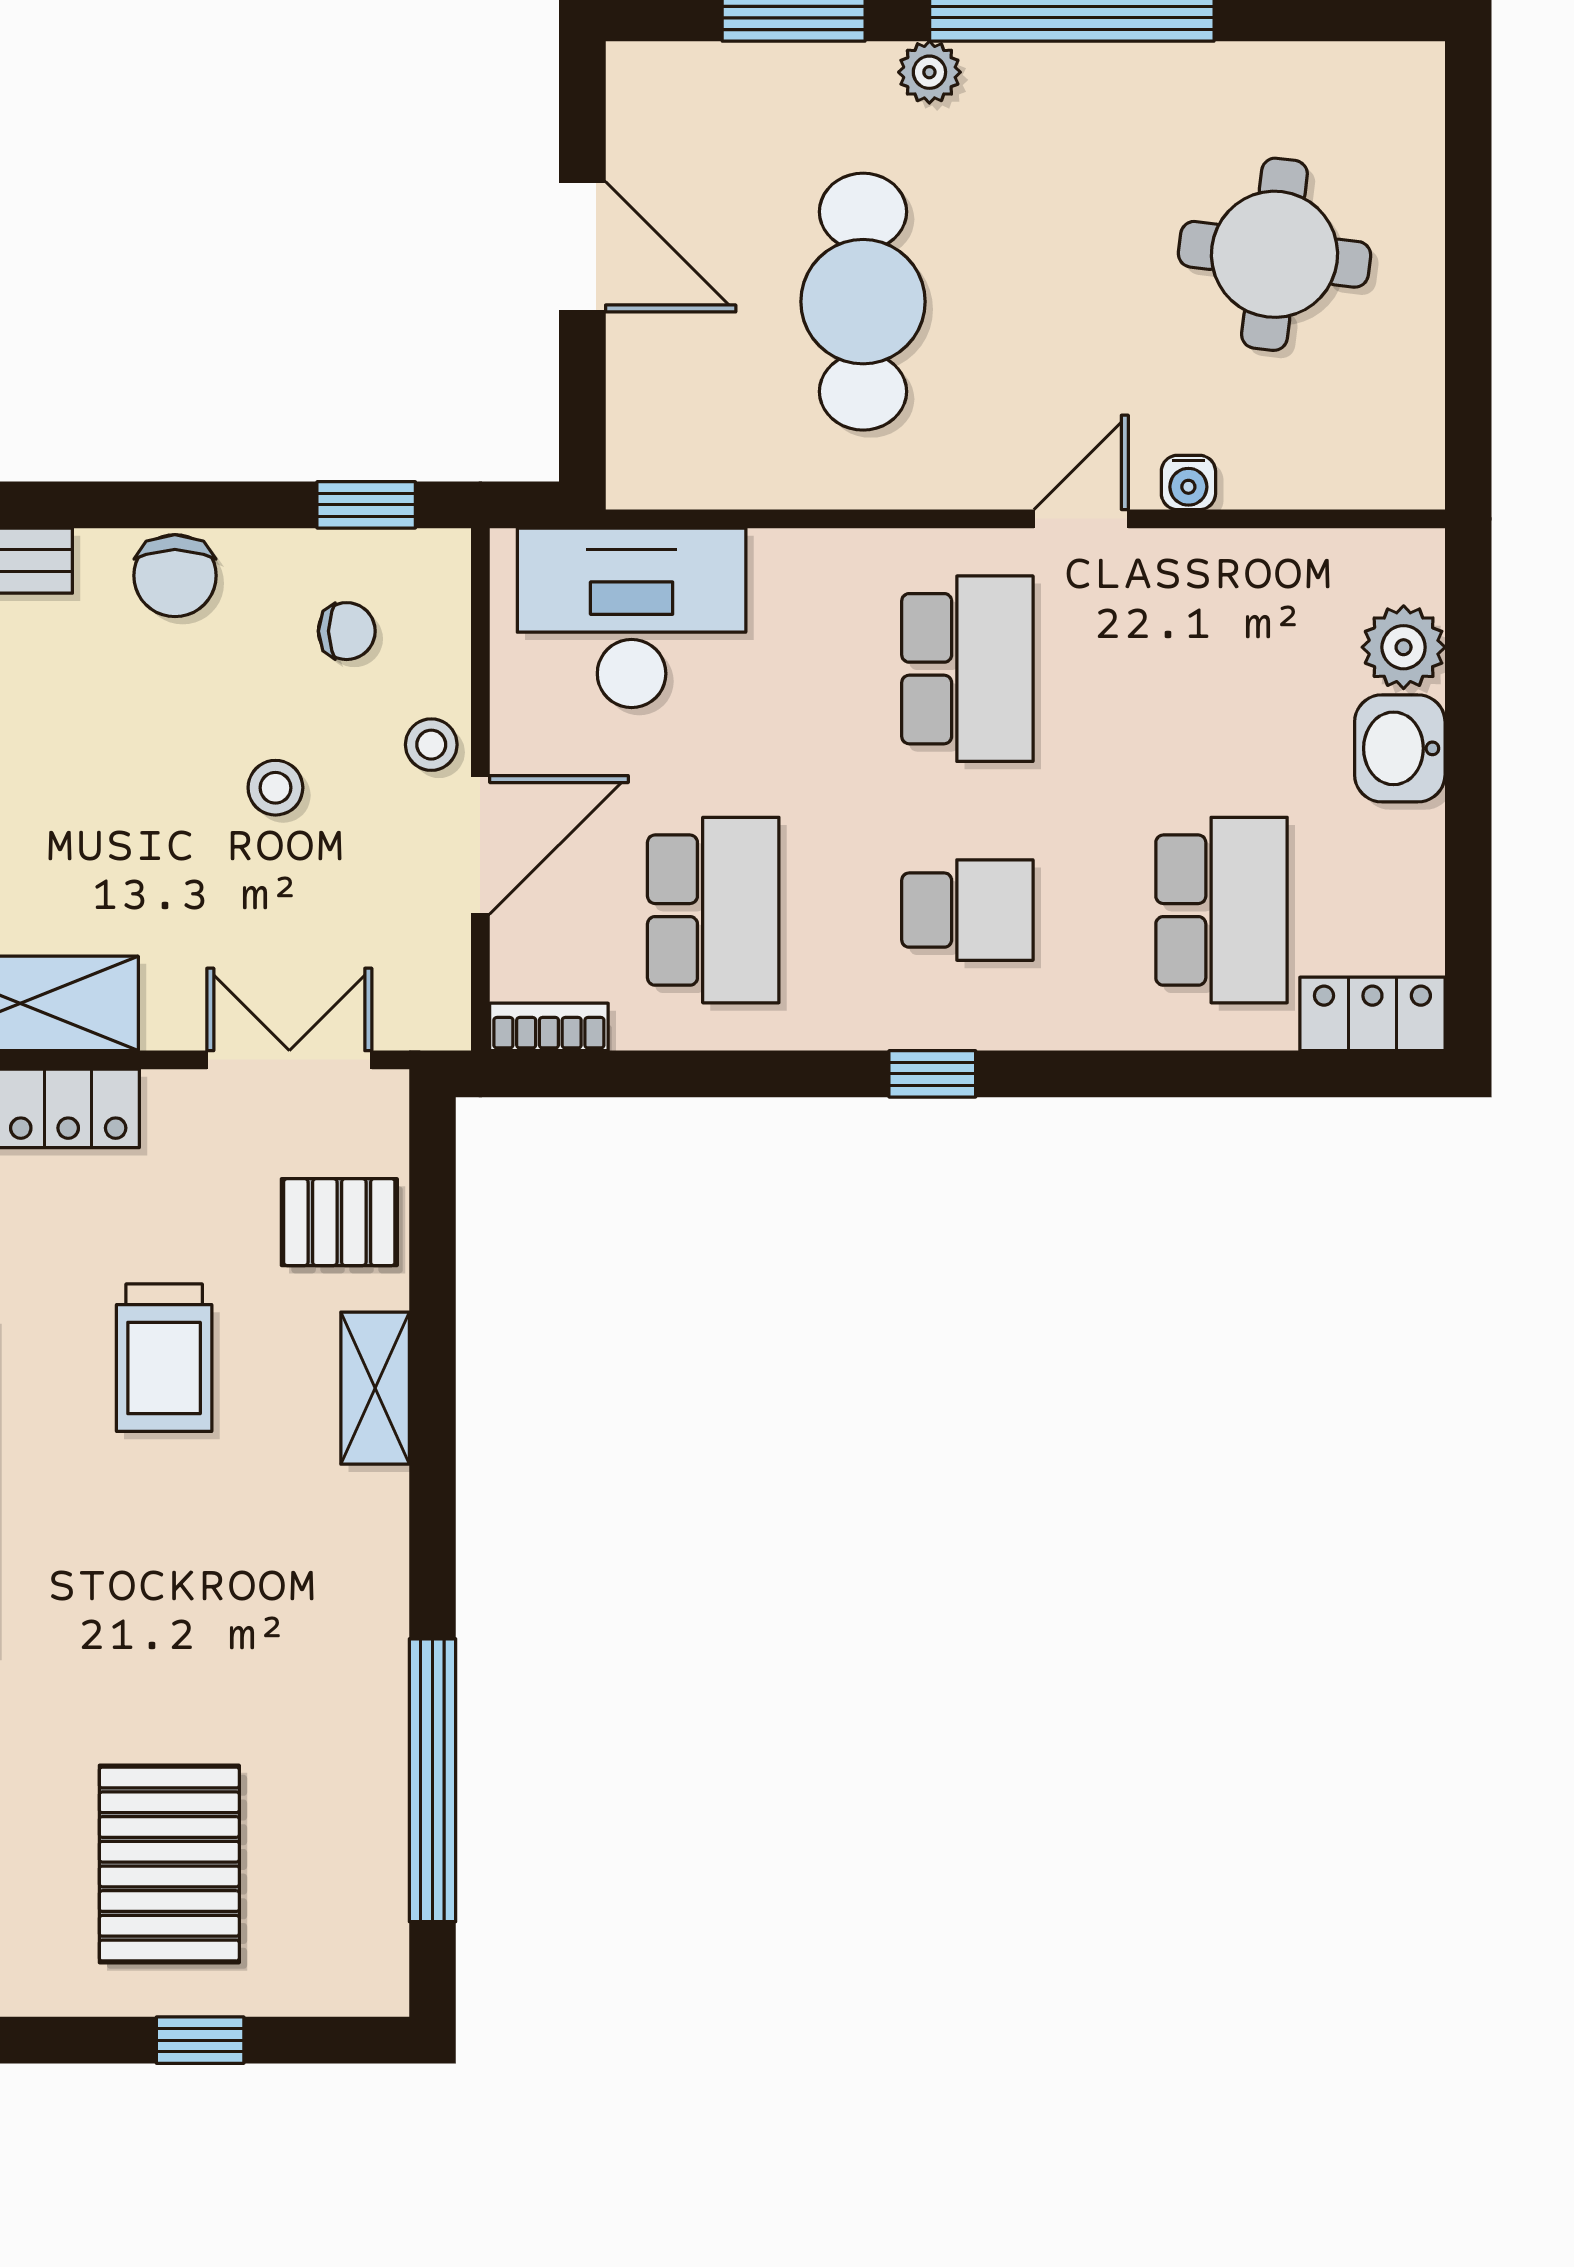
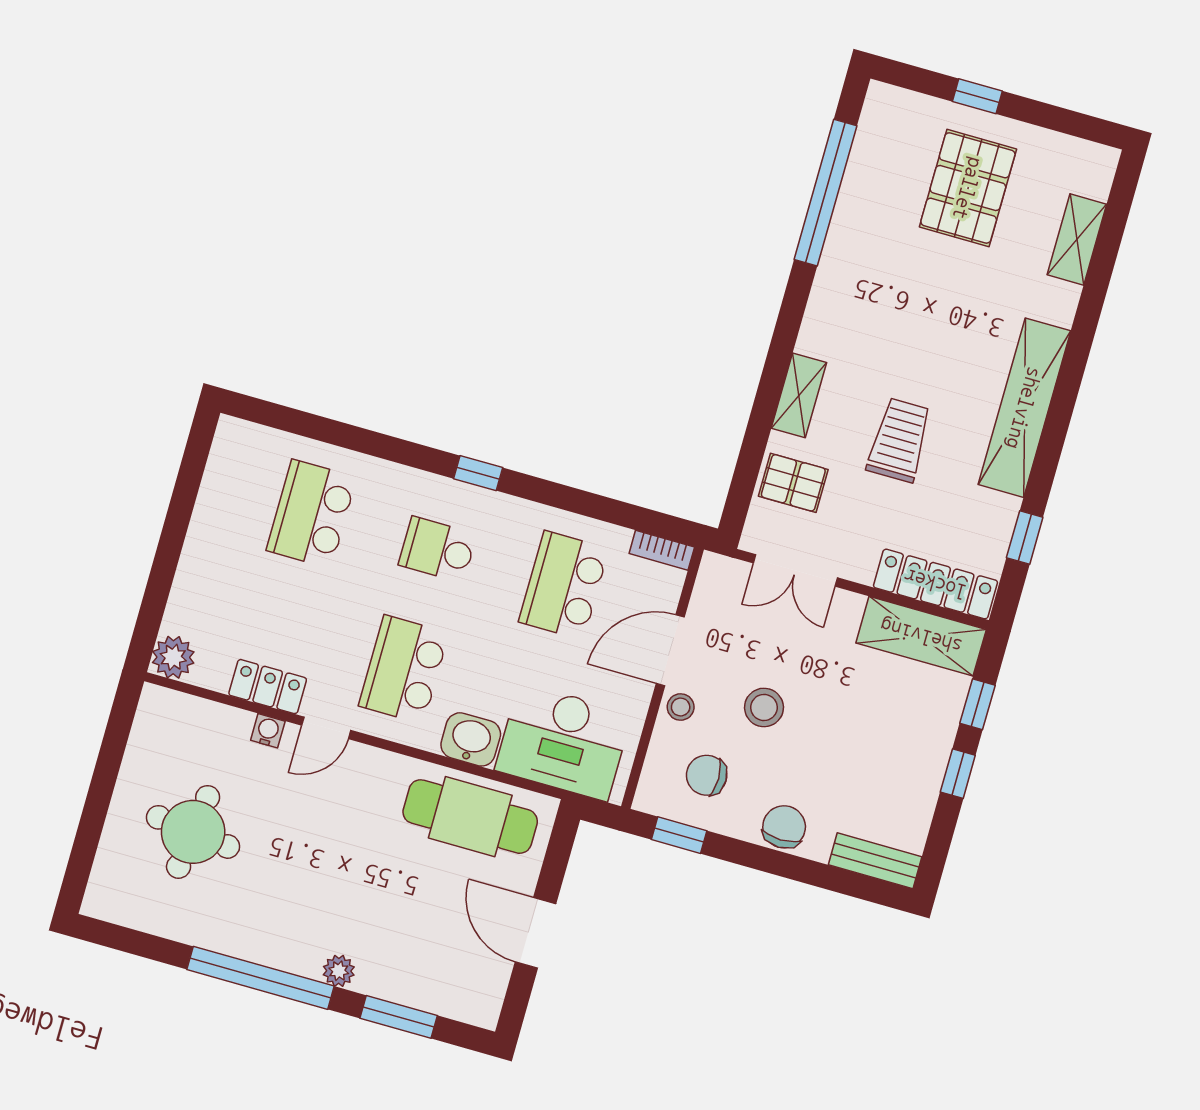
cafe table: (863, 302) -> (470, 817), moved, turned 90
chair: (347, 631) -> (707, 775), width x1.37, depth x1.37
plant: (1404, 647) -> (173, 657), moved
washbasin: (1400, 748) -> (471, 739), moved, turned -90
stool: (275, 788) -> (764, 707), width x1.37, depth x1.37
locker: (1372, 1014) -> (268, 687), moved, turned 180

